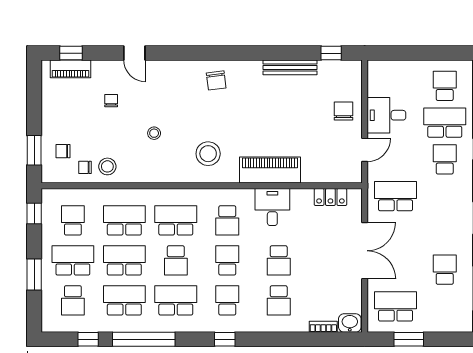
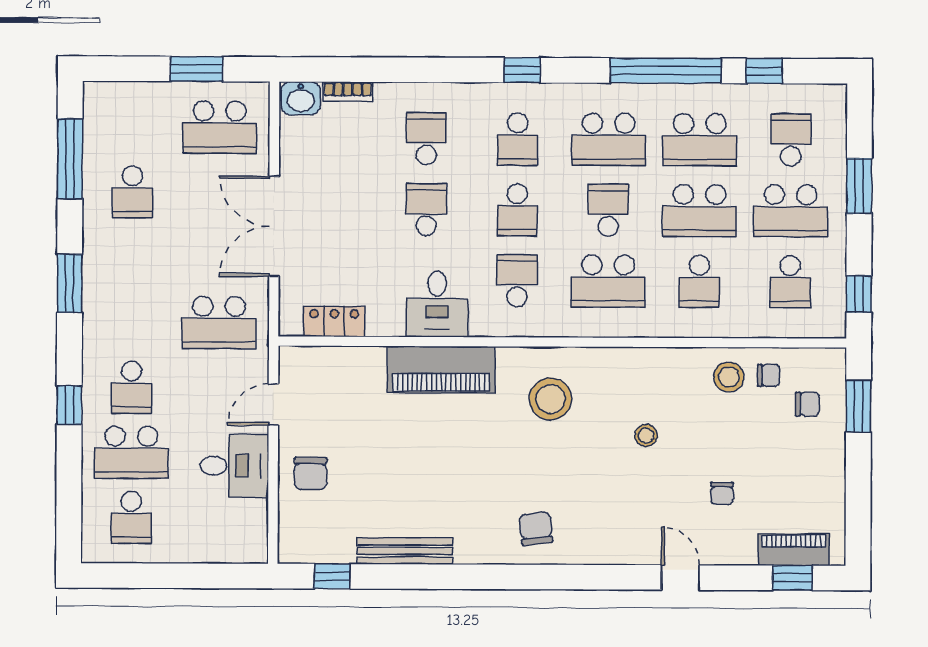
school desk: (124, 220) -> (699, 281), width x0.54

